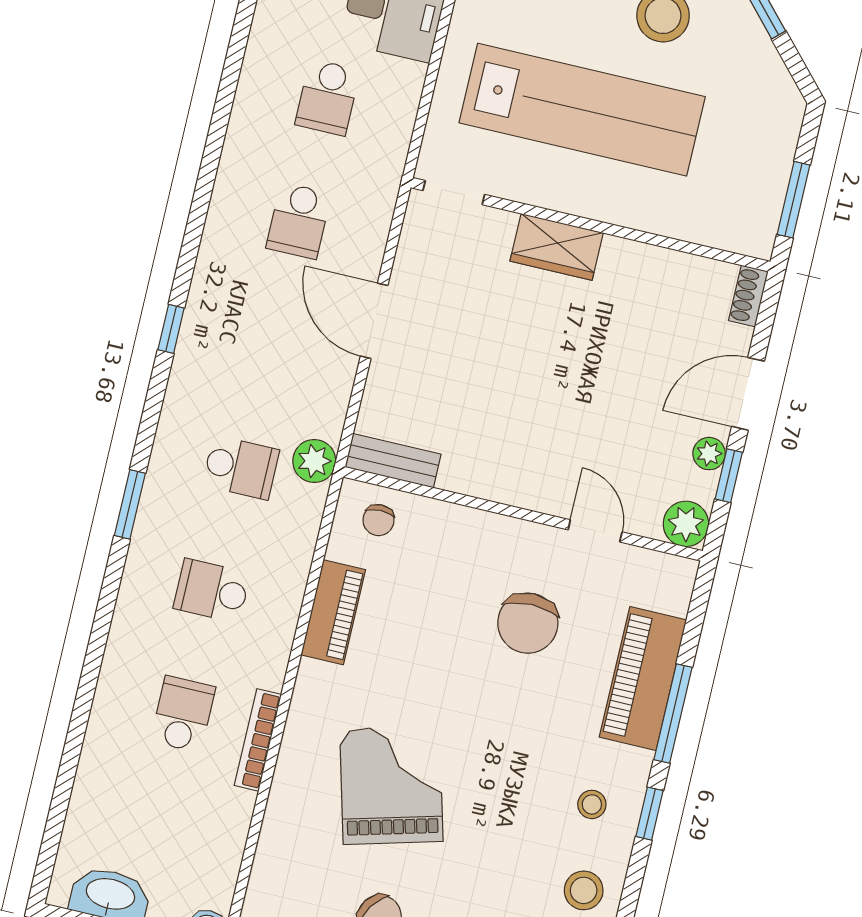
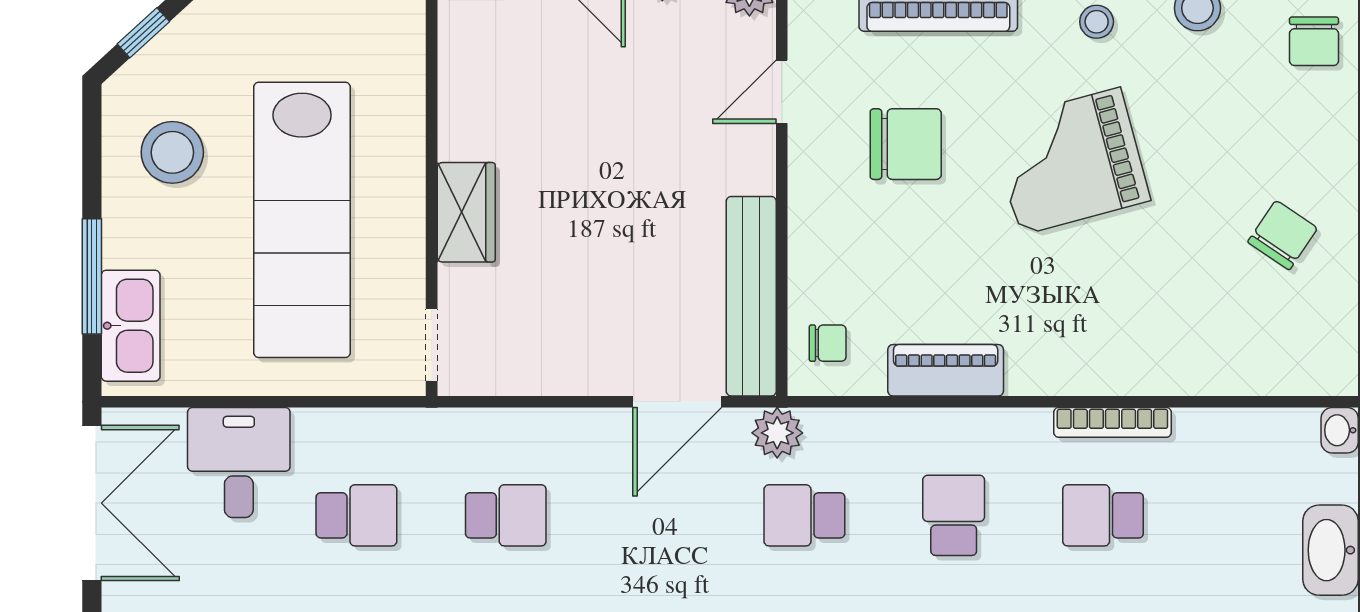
lab bench: (582, 110) -> (302, 220), turned 180
door: (374, 321) -> (677, 402), moved
bench: (393, 461) -> (751, 296), width x1.86, depth x1.21
school desk: (241, 467) -> (804, 515), turned -90
school desk: (212, 591) -> (954, 515), turned 180
grand piano: (391, 785) -> (1070, 161), moved

